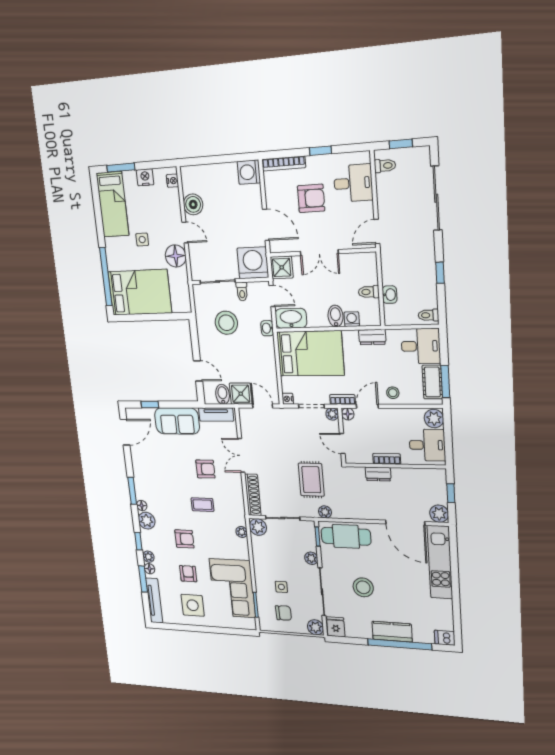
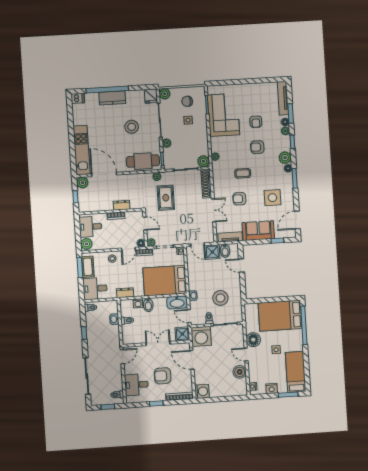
side table: (193, 605) -> (272, 198), moved

